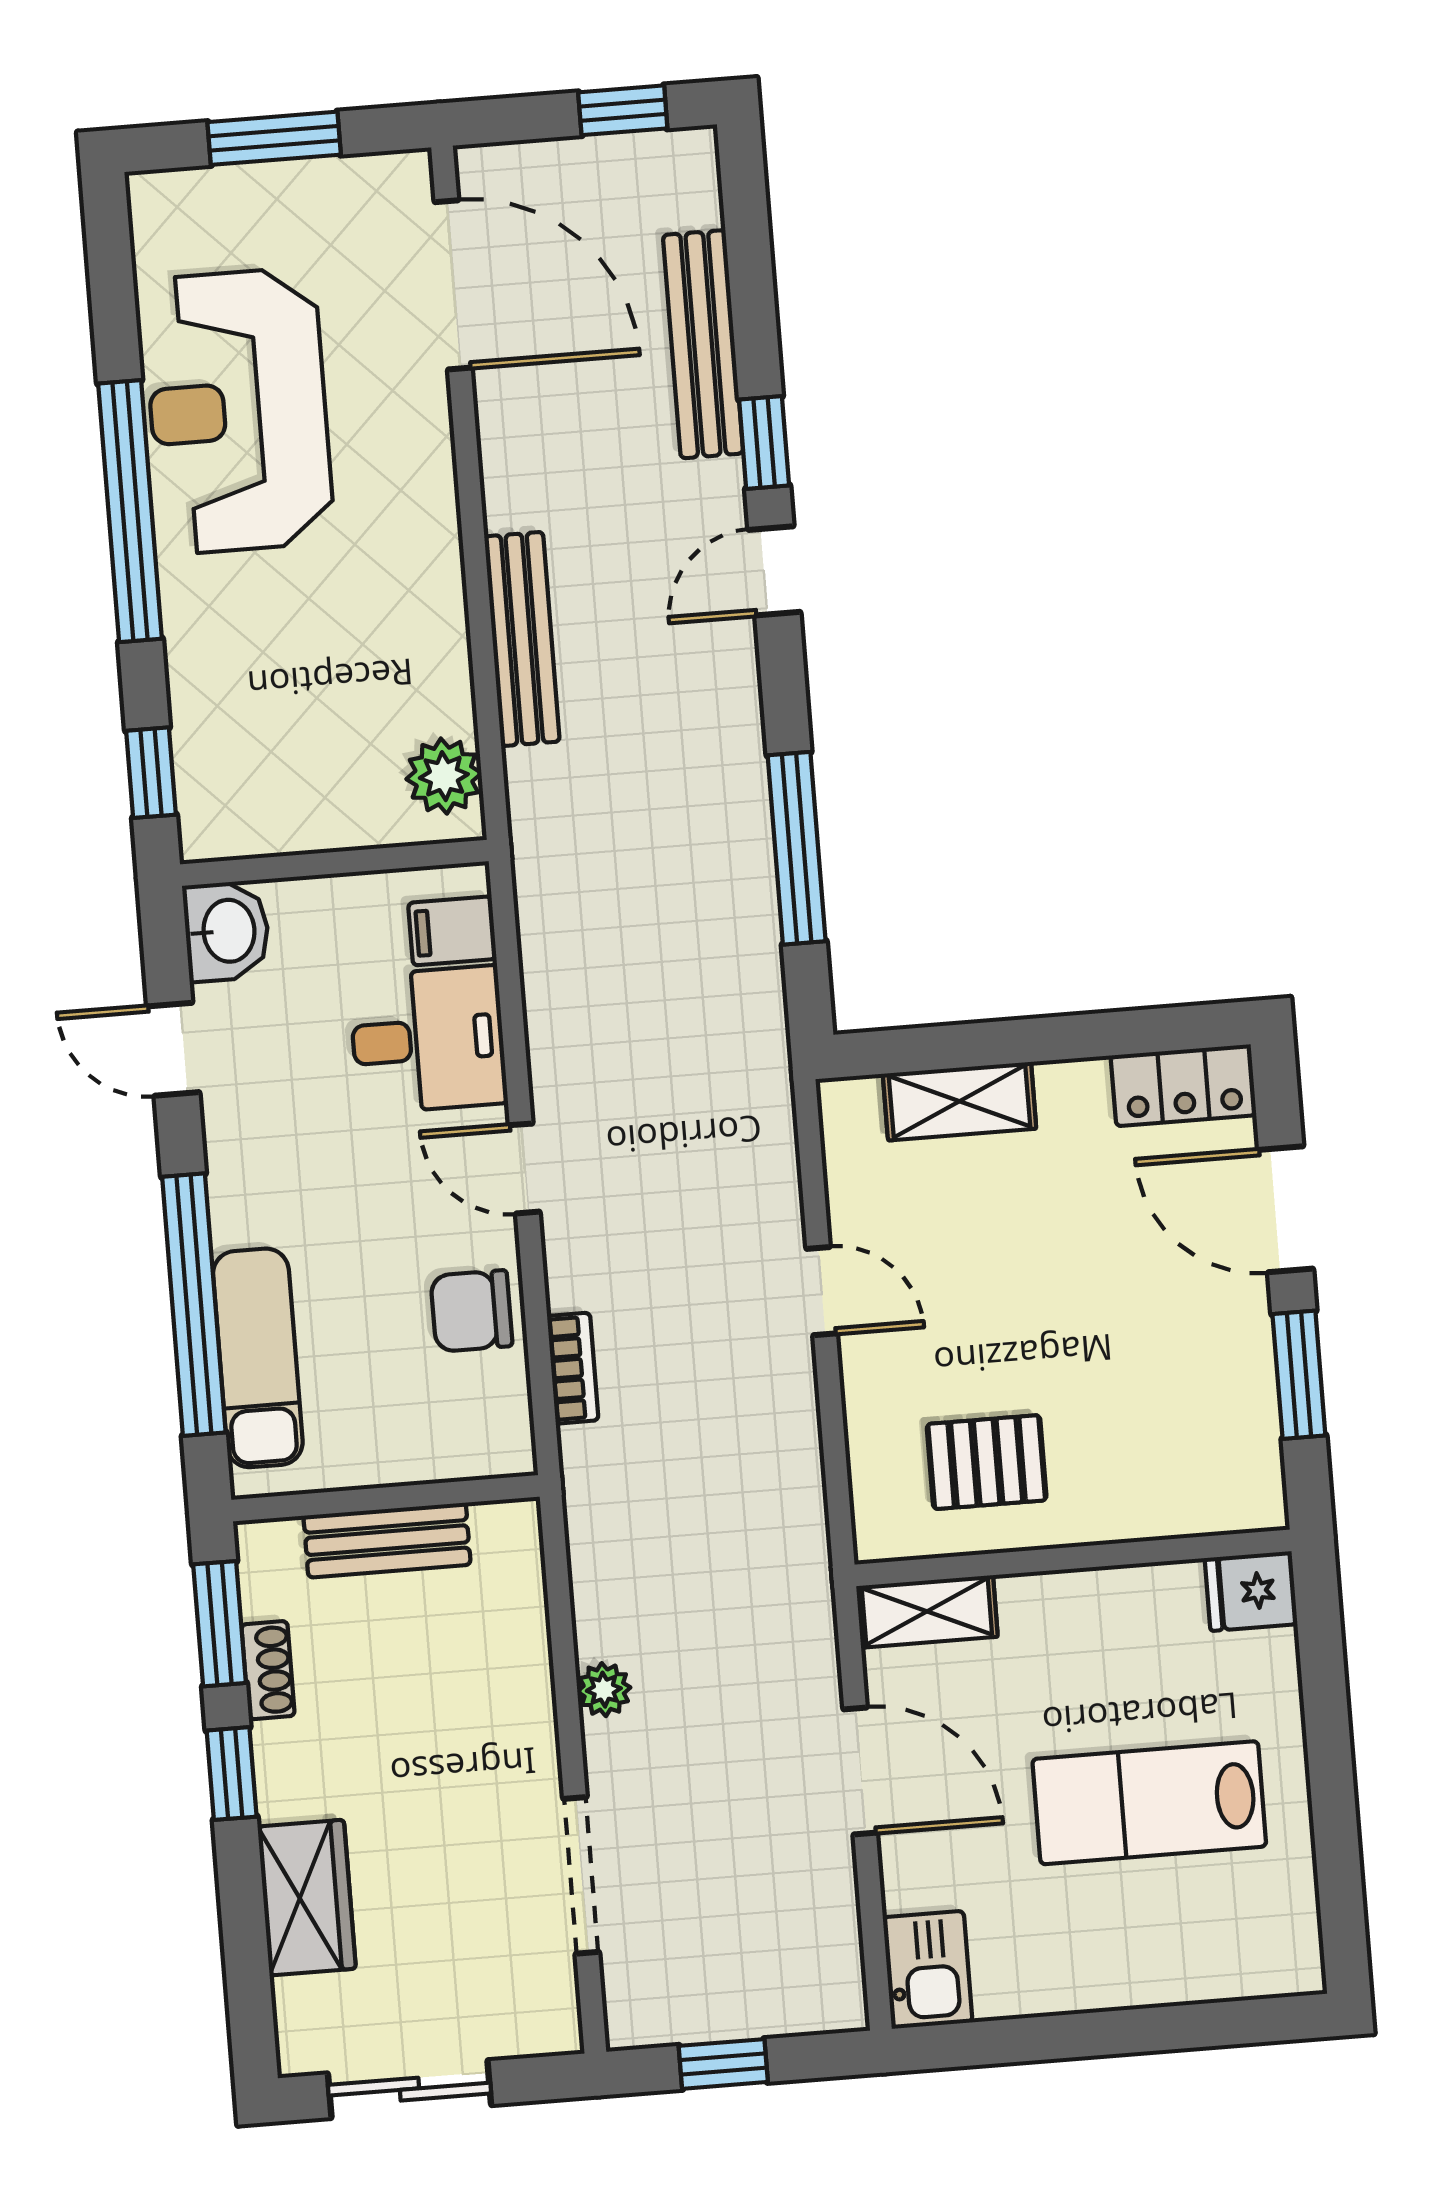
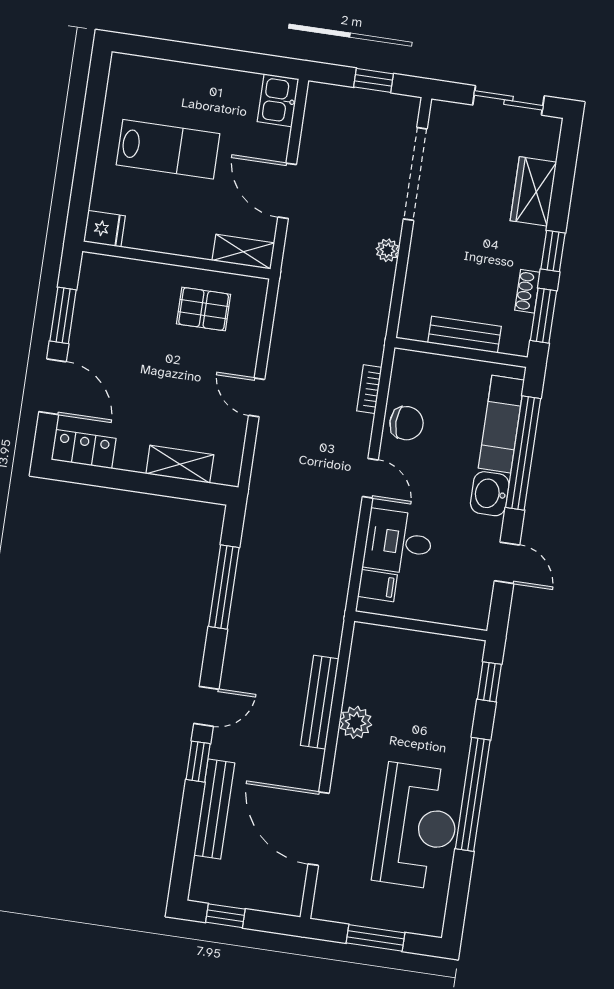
door: (453, 285) -> (319, 829), moved
plant: (444, 776) -> (356, 722), moved
washbasin: (227, 931) -> (490, 494), moved
doorway: (581, 1875) -> (415, 174), width x1.36

